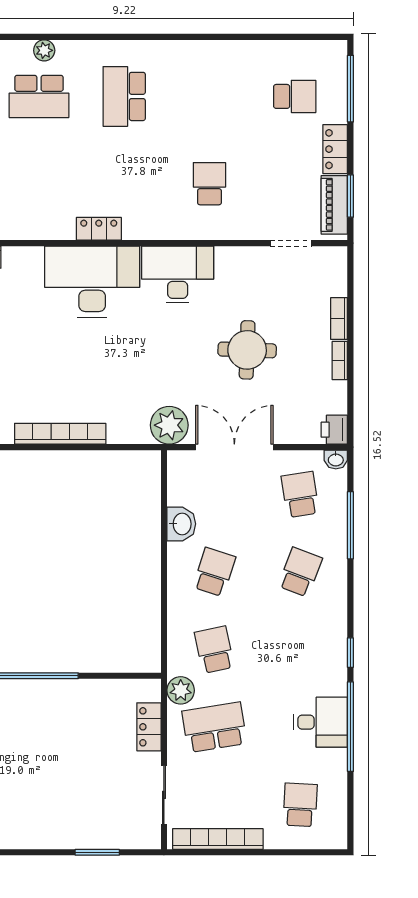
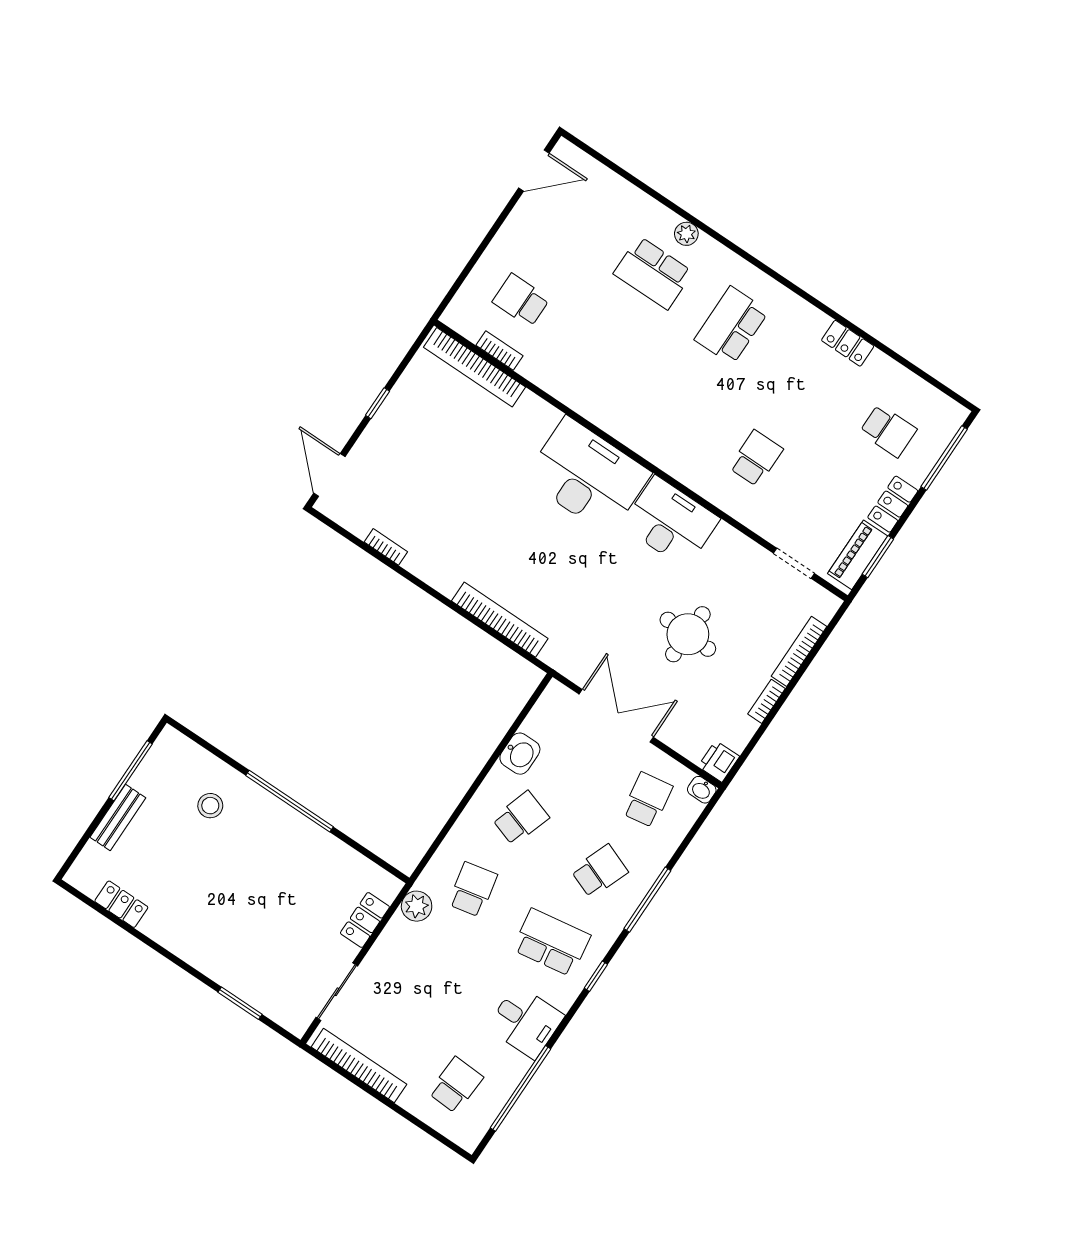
locker: (99, 229) -> (848, 343), moved, turned 180
bookcase: (339, 319) -> (799, 651), width x1.56
plant: (169, 425) -> (570, 655), removed
bookcase: (60, 434) -> (500, 620), moved
window: (350, 525) -> (647, 900), moved
school desk: (214, 727) -> (552, 942), moved
window: (350, 727) -> (521, 1088), moved

